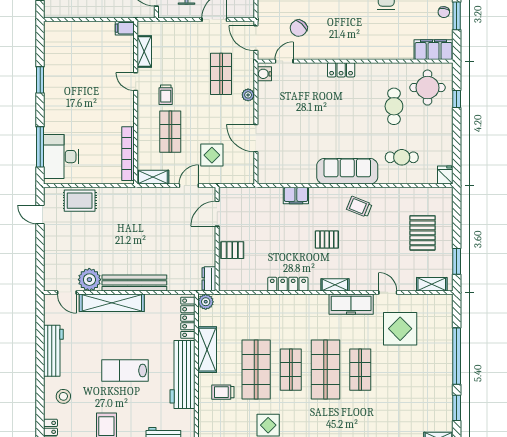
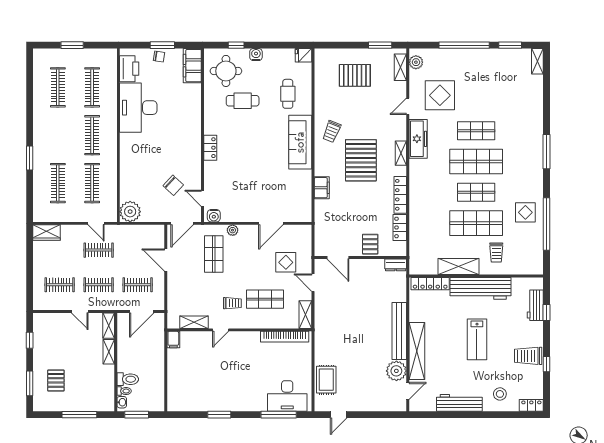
shop shelf: (221, 74) -> (214, 254), turned 90
water cooler: (446, 121) -> (256, 55), added
pallet: (327, 240) -> (361, 160), width x2.05, depth x2.00
locker: (251, 284) -> (400, 227), added
plant: (206, 302) -> (416, 62), moved

